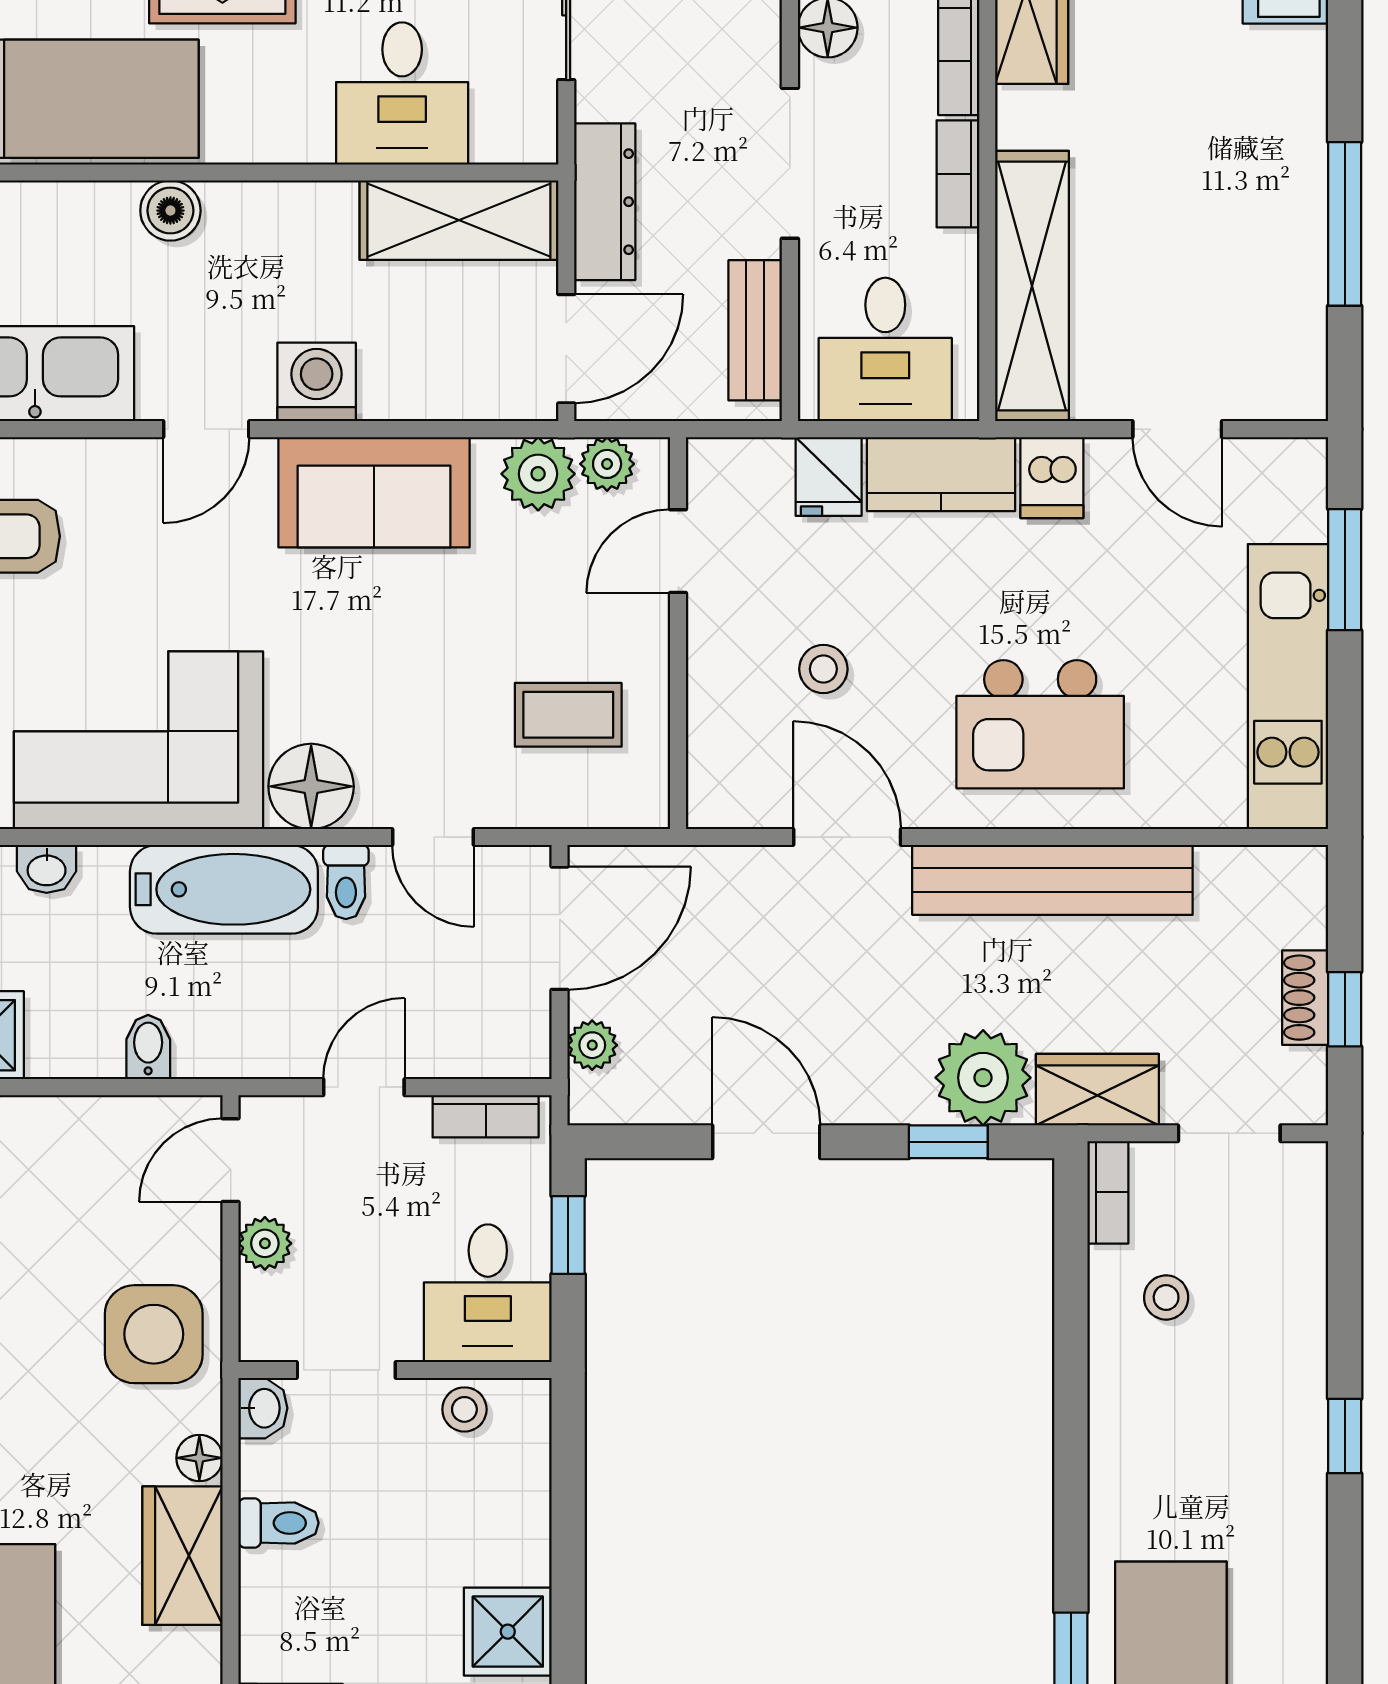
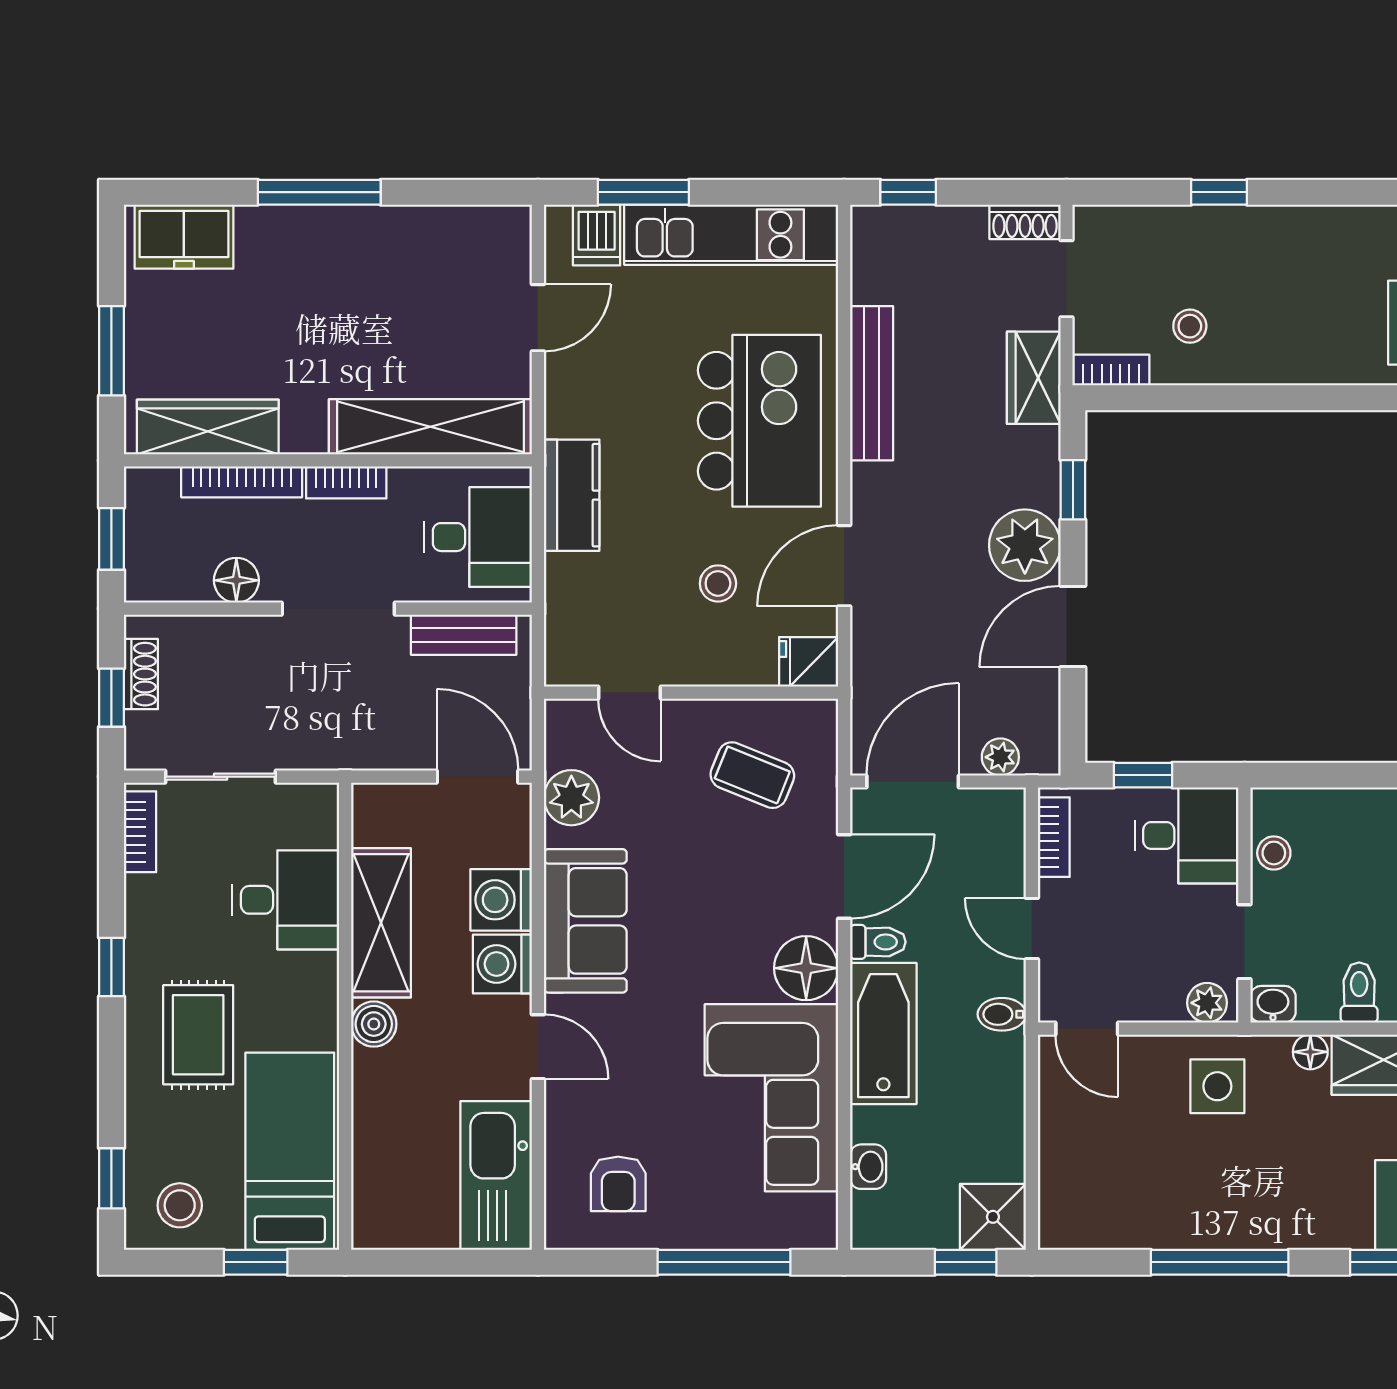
dresser: (605, 202) -> (367, 748), removed
boiler: (170, 211) -> (374, 1024), moved
shelving: (459, 220) -> (381, 923), moved
window: (1345, 224) -> (319, 192), moved
washing machine: (402, 380) -> (501, 900), added
plant: (607, 464) -> (564, 746), removed
fridge: (829, 476) -> (809, 662), moved, turned 180
dishwasher: (1052, 478) -> (597, 235), moved, turned 90
coffee table: (568, 715) -> (752, 775), turned -68
kitchen island: (1040, 724) -> (759, 421), width x1.37, depth x1.28
door: (433, 837) -> (844, 877), width x1.37
bench: (1052, 880) -> (872, 383), width x0.73, depth x0.82
door: (560, 928) -> (913, 782), hinge flipped
shoe rack: (1305, 998) -> (1025, 222), moved
window: (1345, 1009) -> (908, 192), moved
bidet: (148, 1047) -> (1002, 1014), moved
plant: (983, 1078) -> (1025, 545), moved
plant: (265, 1243) -> (1207, 1003), moved
side table: (154, 1334) -> (1217, 1086), width x0.73, depth x0.73
window: (1345, 1436) -> (1219, 192), moved

